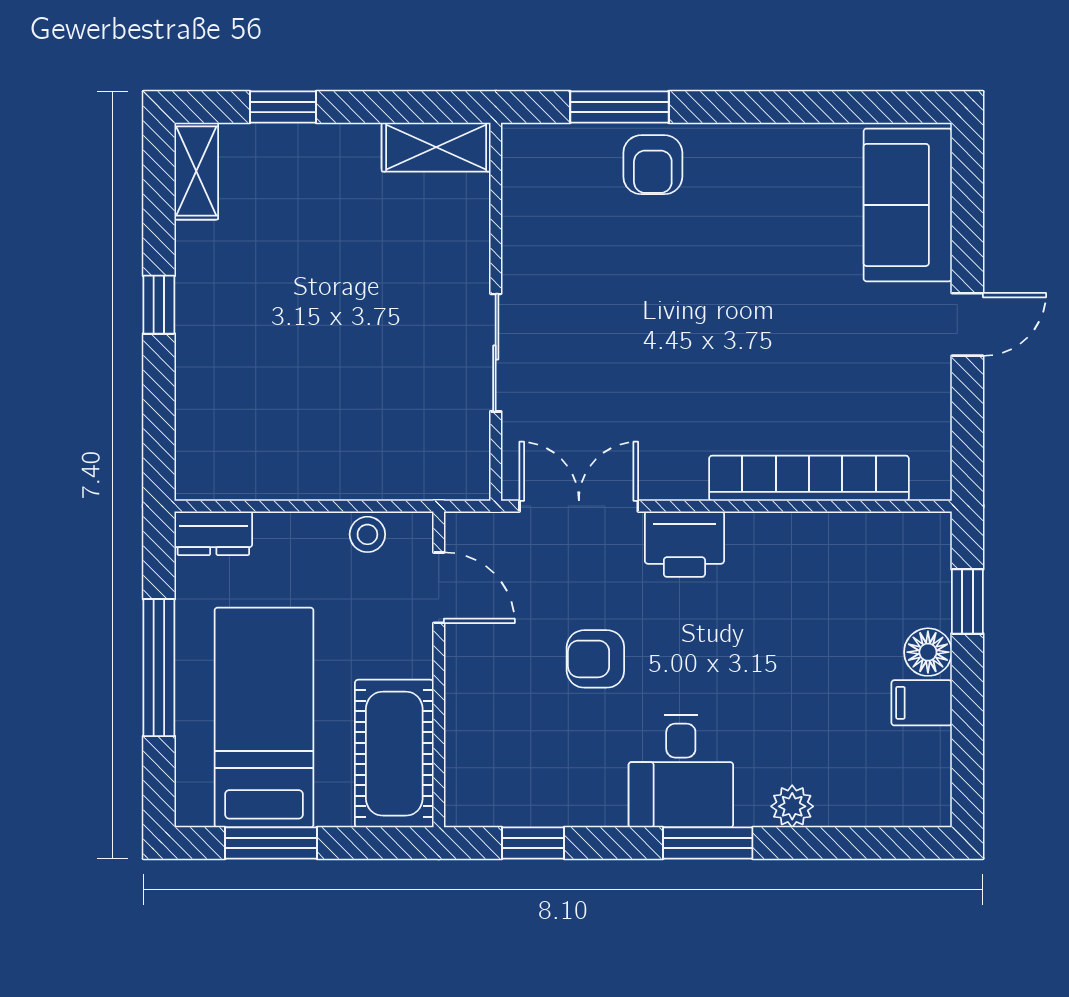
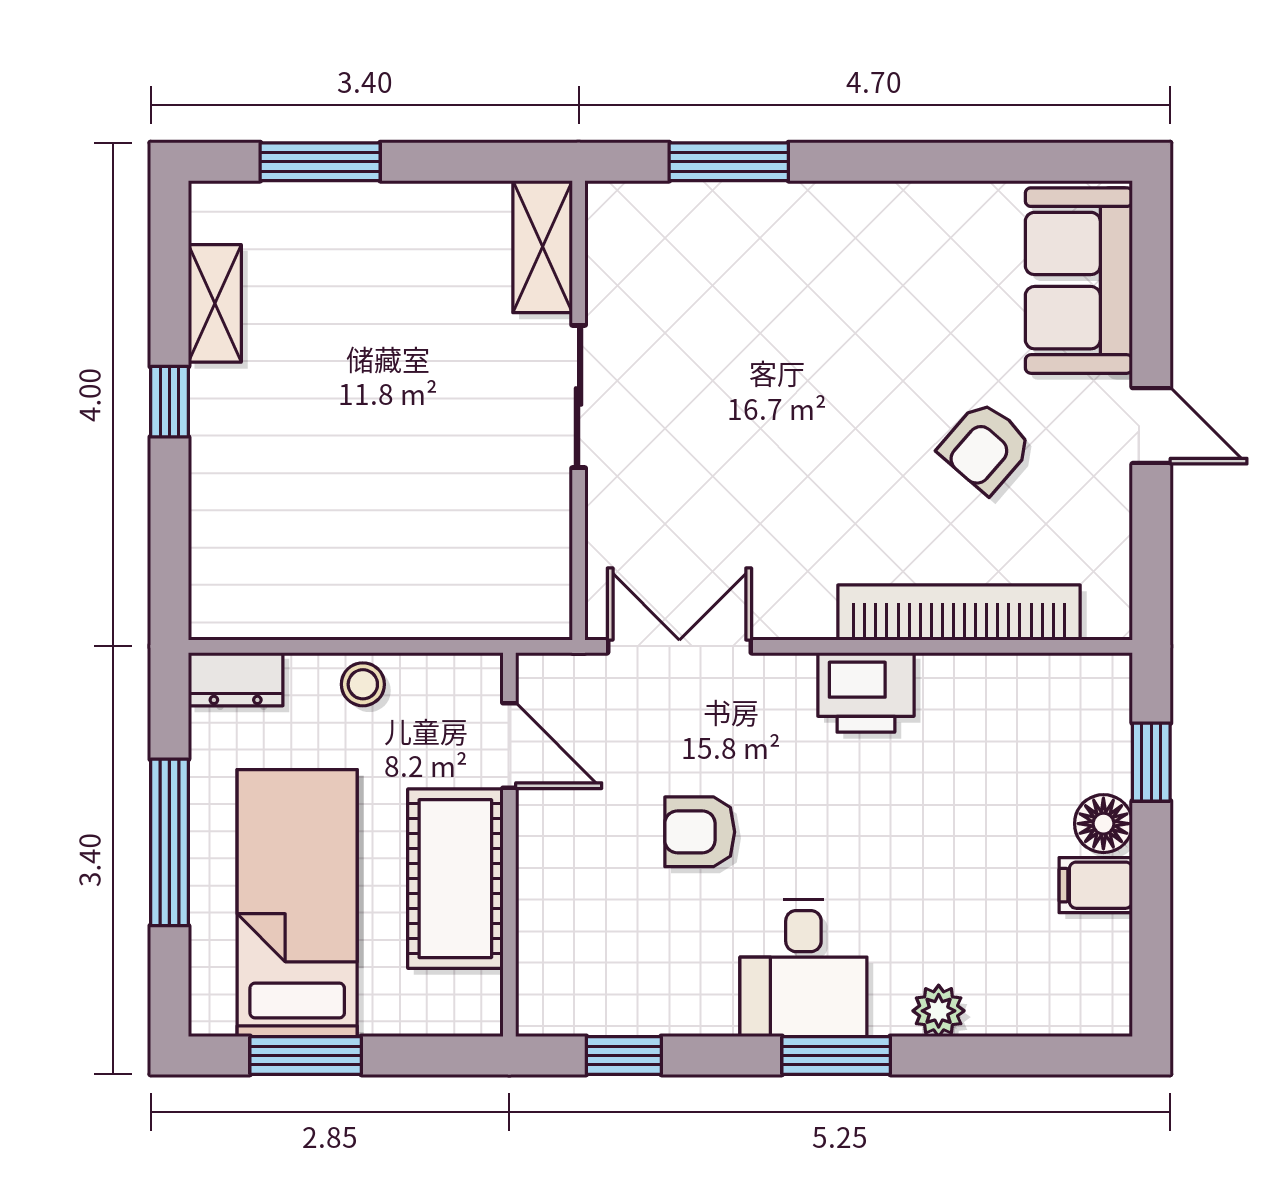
window: (283, 107) -> (320, 162), width x1.50
shelving: (436, 147) -> (543, 247), moved, turned 90
armchair: (653, 165) -> (985, 447), moved, turned 41
shelving: (196, 171) -> (215, 303), moved
door: (967, 324) -> (1151, 426), hinge flipped
sliding door: (496, 353) -> (579, 396), moved
stool: (367, 534) -> (363, 684), moved
printer: (684, 544) -> (866, 692), moved
cot: (394, 754) -> (455, 879), moved

